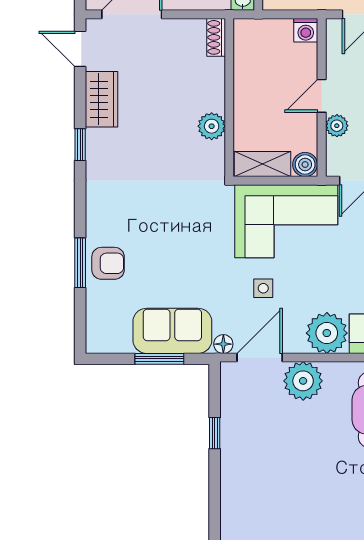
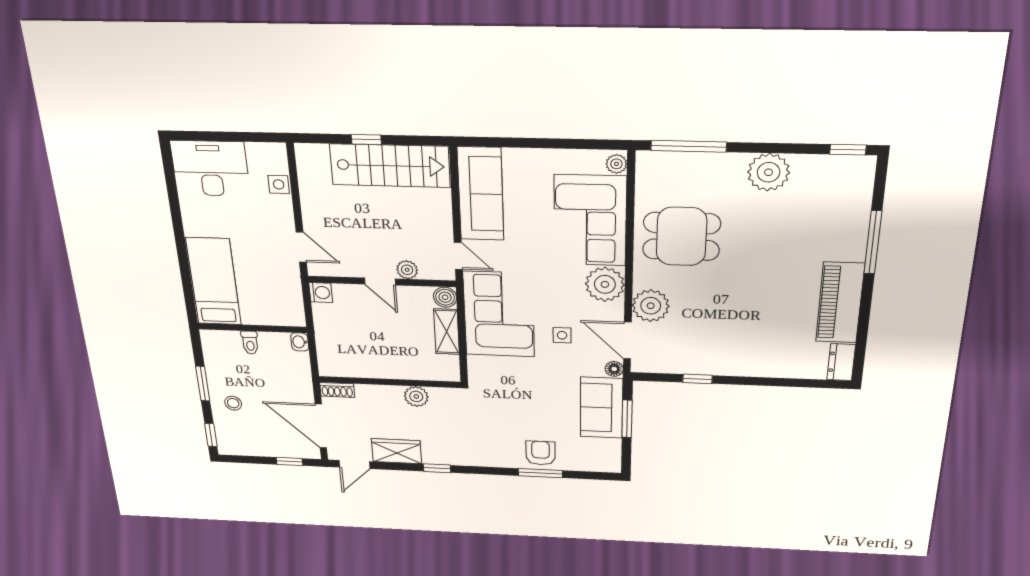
shoe rack: (216, 37) -> (337, 390), moved
wall: (229, 98) -> (390, 382), moved
plant: (212, 126) -> (416, 396), moved

